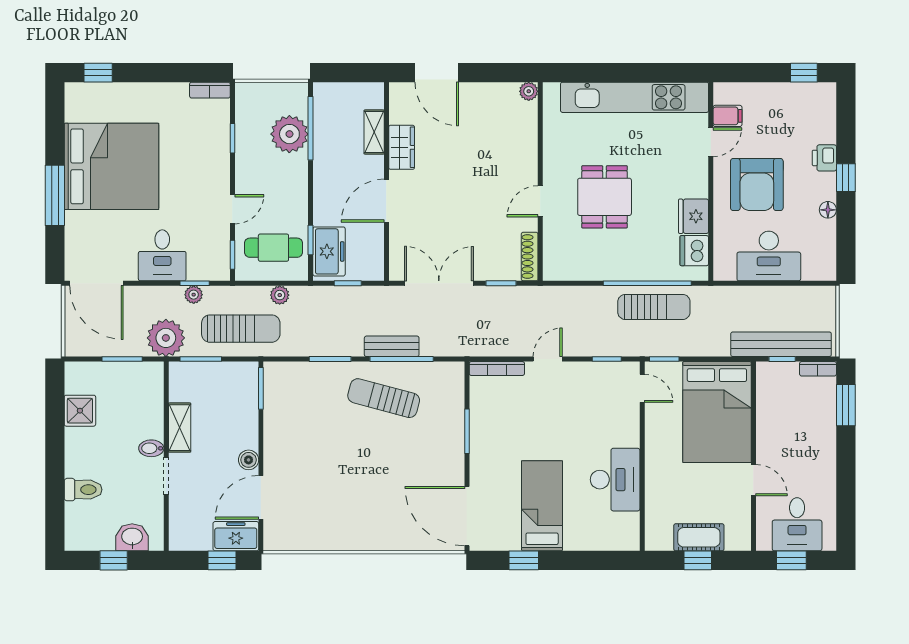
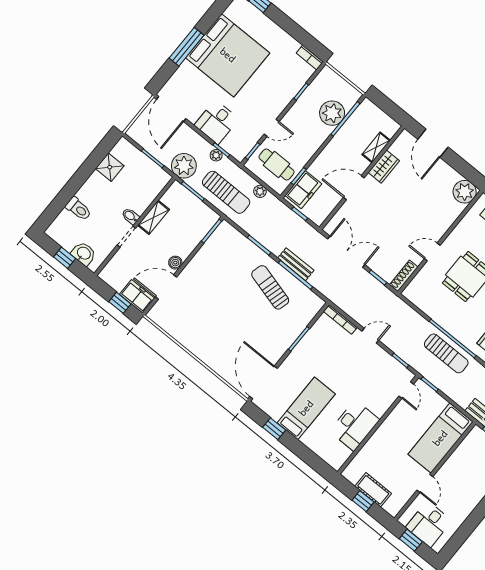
plant: (529, 91) -> (465, 192), width x1.88, depth x1.88
bed: (717, 412) -> (440, 438), width x0.67

